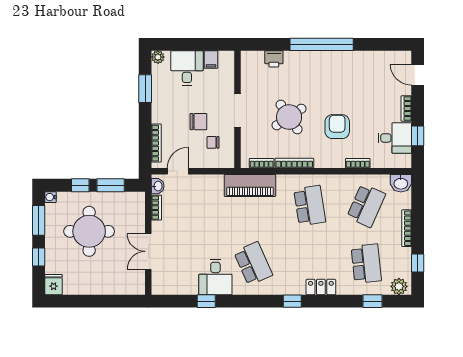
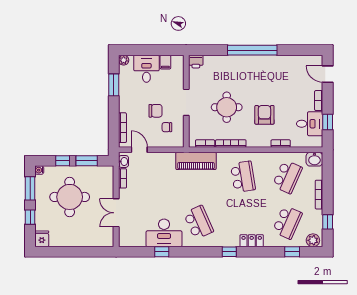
printer: (274, 59) -> (196, 62), moved
round table: (289, 117) -> (227, 107), turned 34
door: (178, 171) -> (139, 150), hinge flipped
school desk: (366, 264) -> (287, 222), turned 30
desk: (215, 277) -> (164, 233), width x1.37

